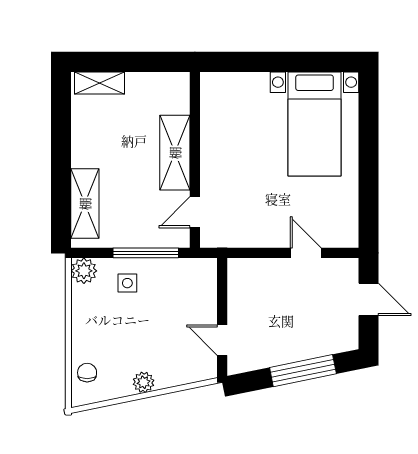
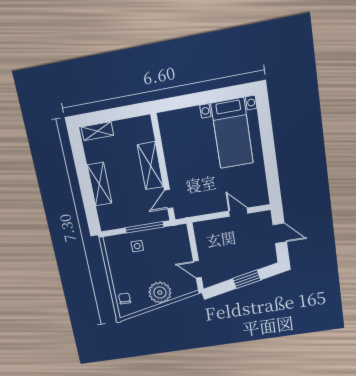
shelving: (85, 204) -> (99, 184), moved
plant: (84, 271) -> (111, 243), removed
window: (303, 371) -> (247, 279), width x0.69
plant: (144, 382) -> (160, 293), width x1.88, depth x1.88

